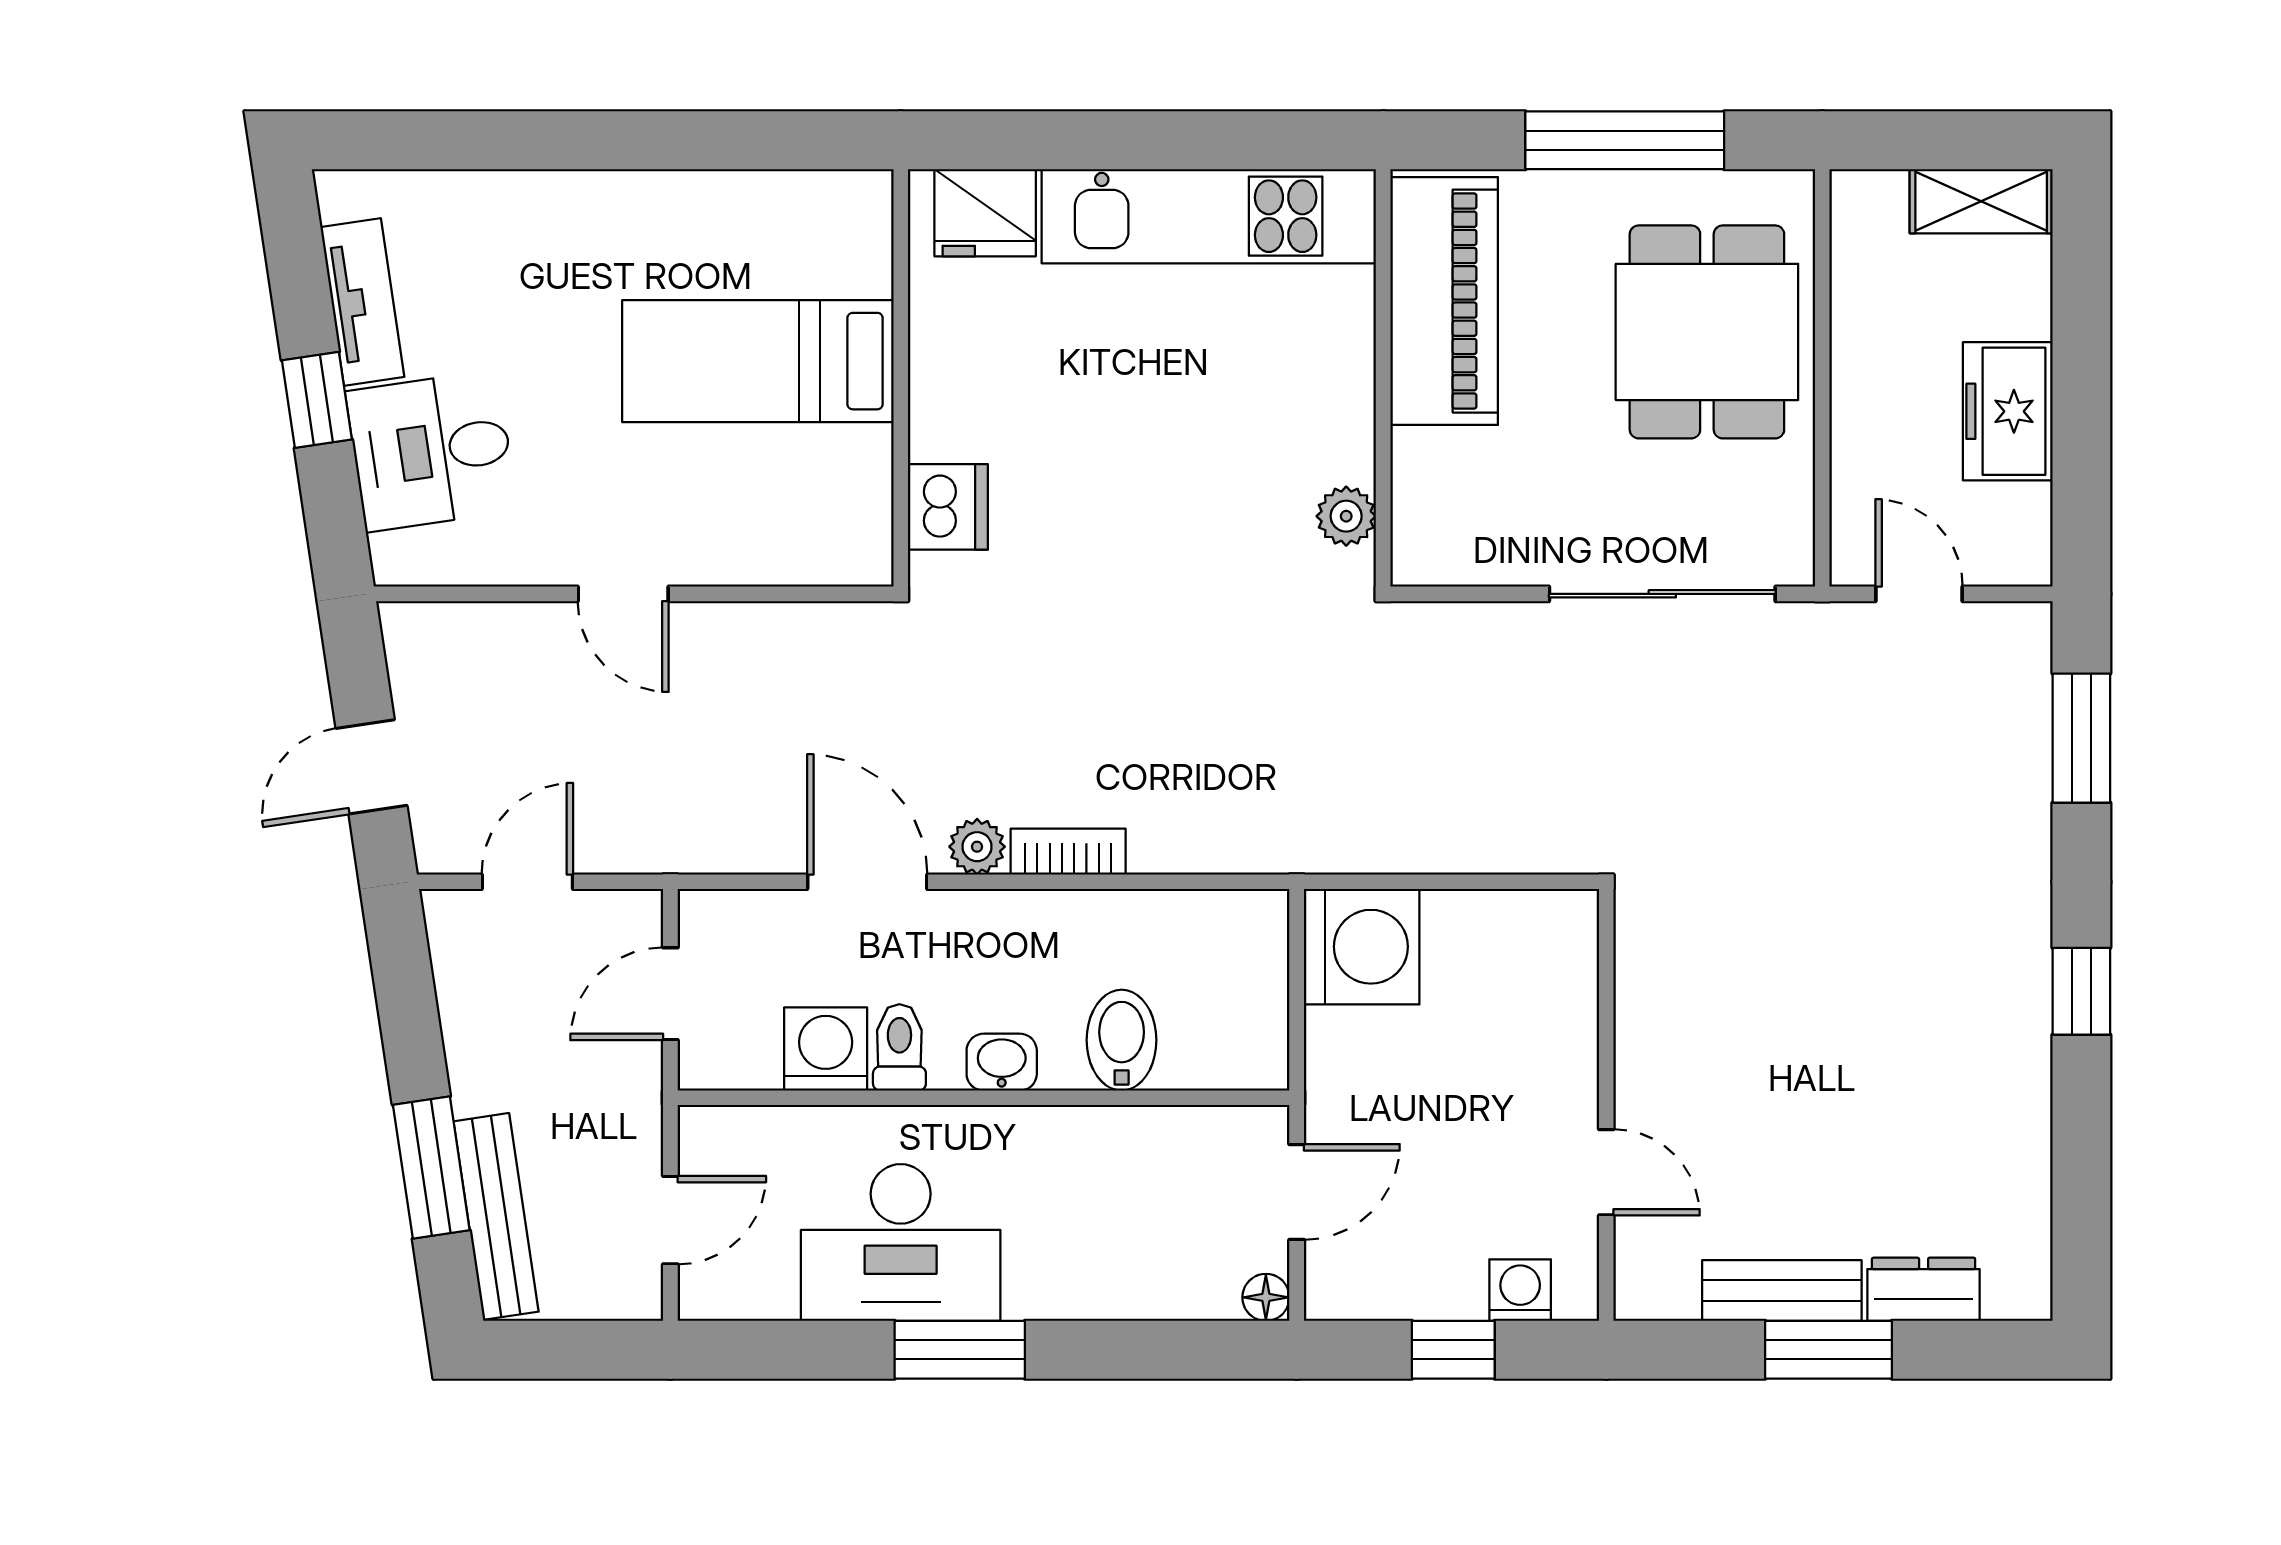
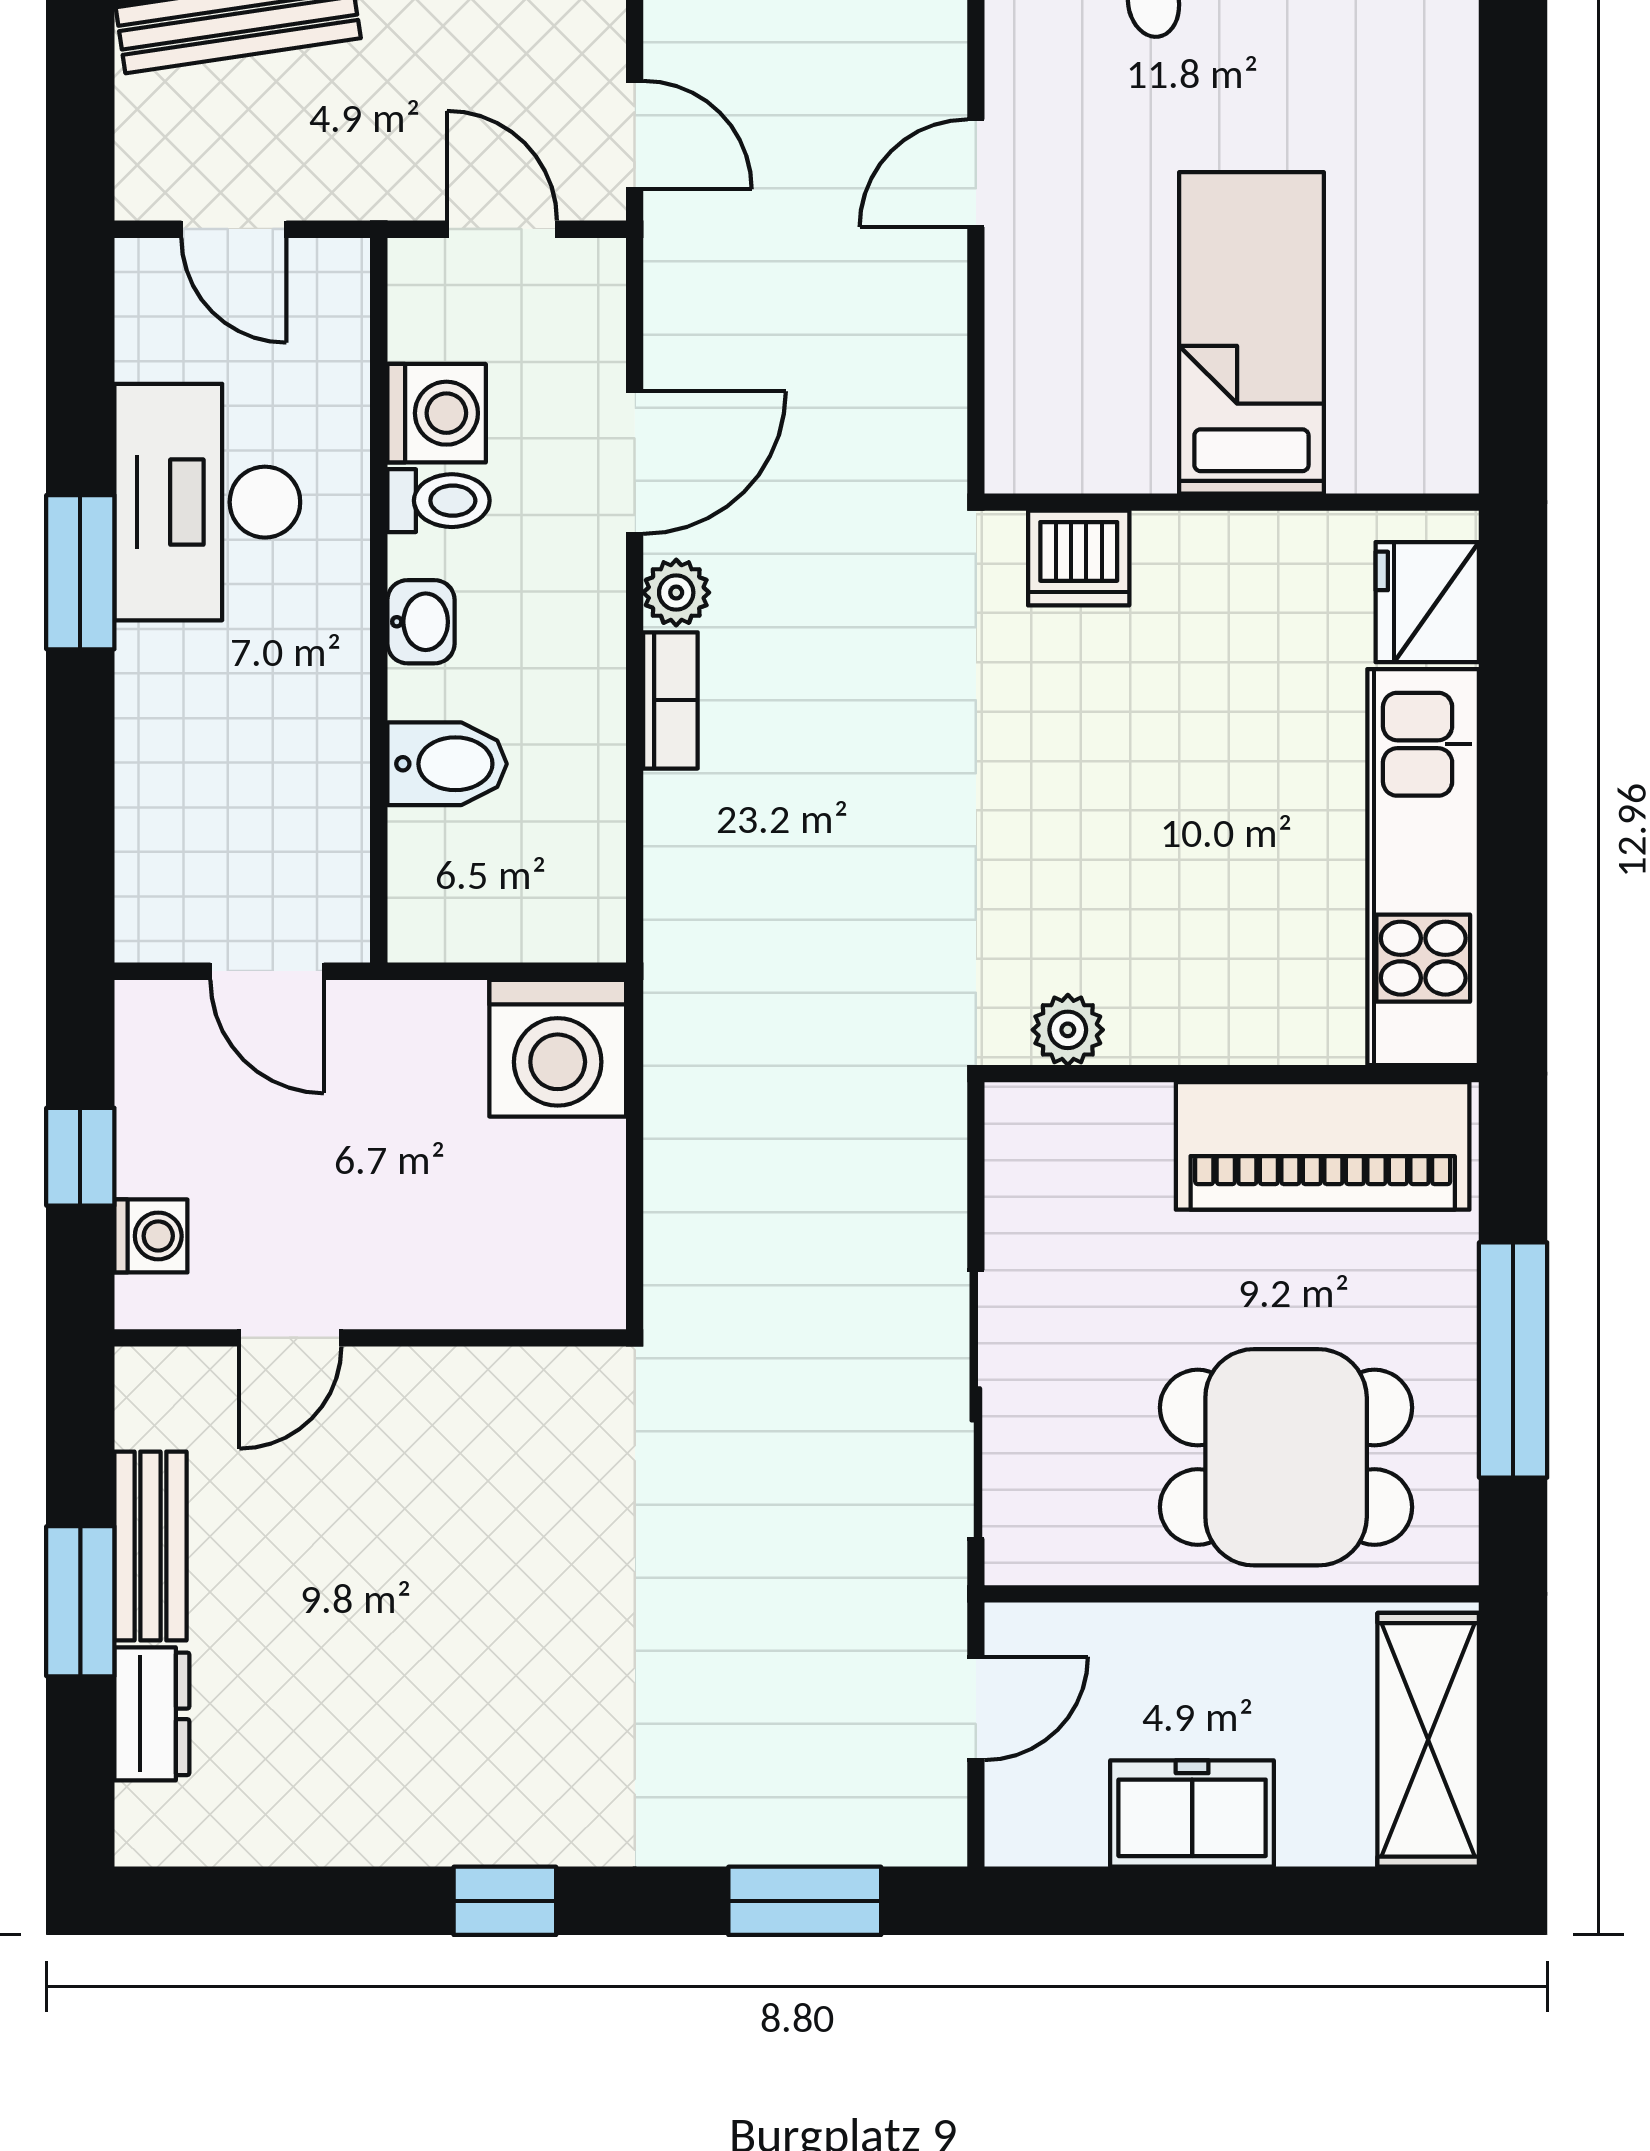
shelving: (1981, 201) -> (1428, 1740), width x1.50, depth x1.33
door: (527, 882) -> (635, 135), moved
floor lamp: (1266, 1297) -> (142, 935), removed

